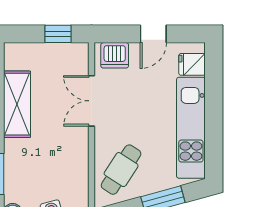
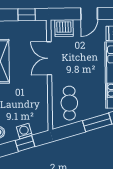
cafe table: (121, 170) -> (69, 103), turned -33

